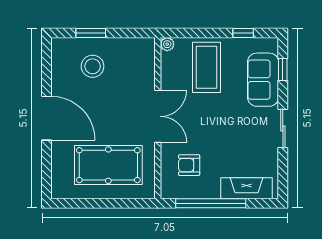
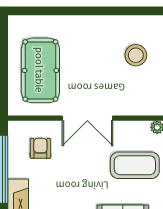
door: (47, 118) -> (86, 11), removed

